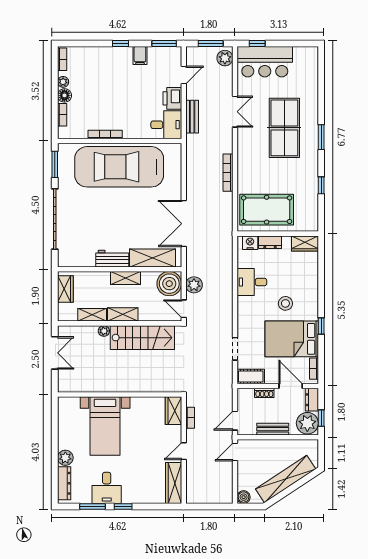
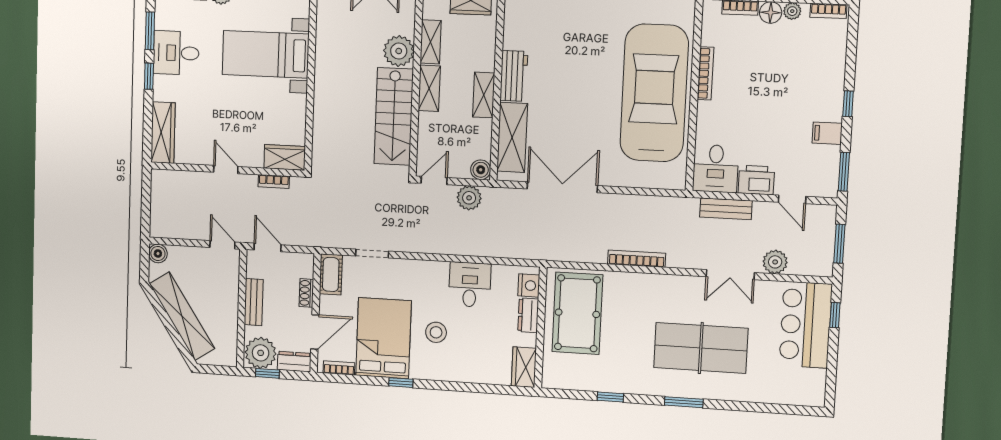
plant: (225, 58) -> (775, 262), moved
boiler: (169, 284) -> (481, 170), width x0.54, depth x0.54
plant: (104, 331) -> (399, 51), width x1.87, depth x1.87
wardrobe: (174, 483) -> (163, 133), moved, turned 90

